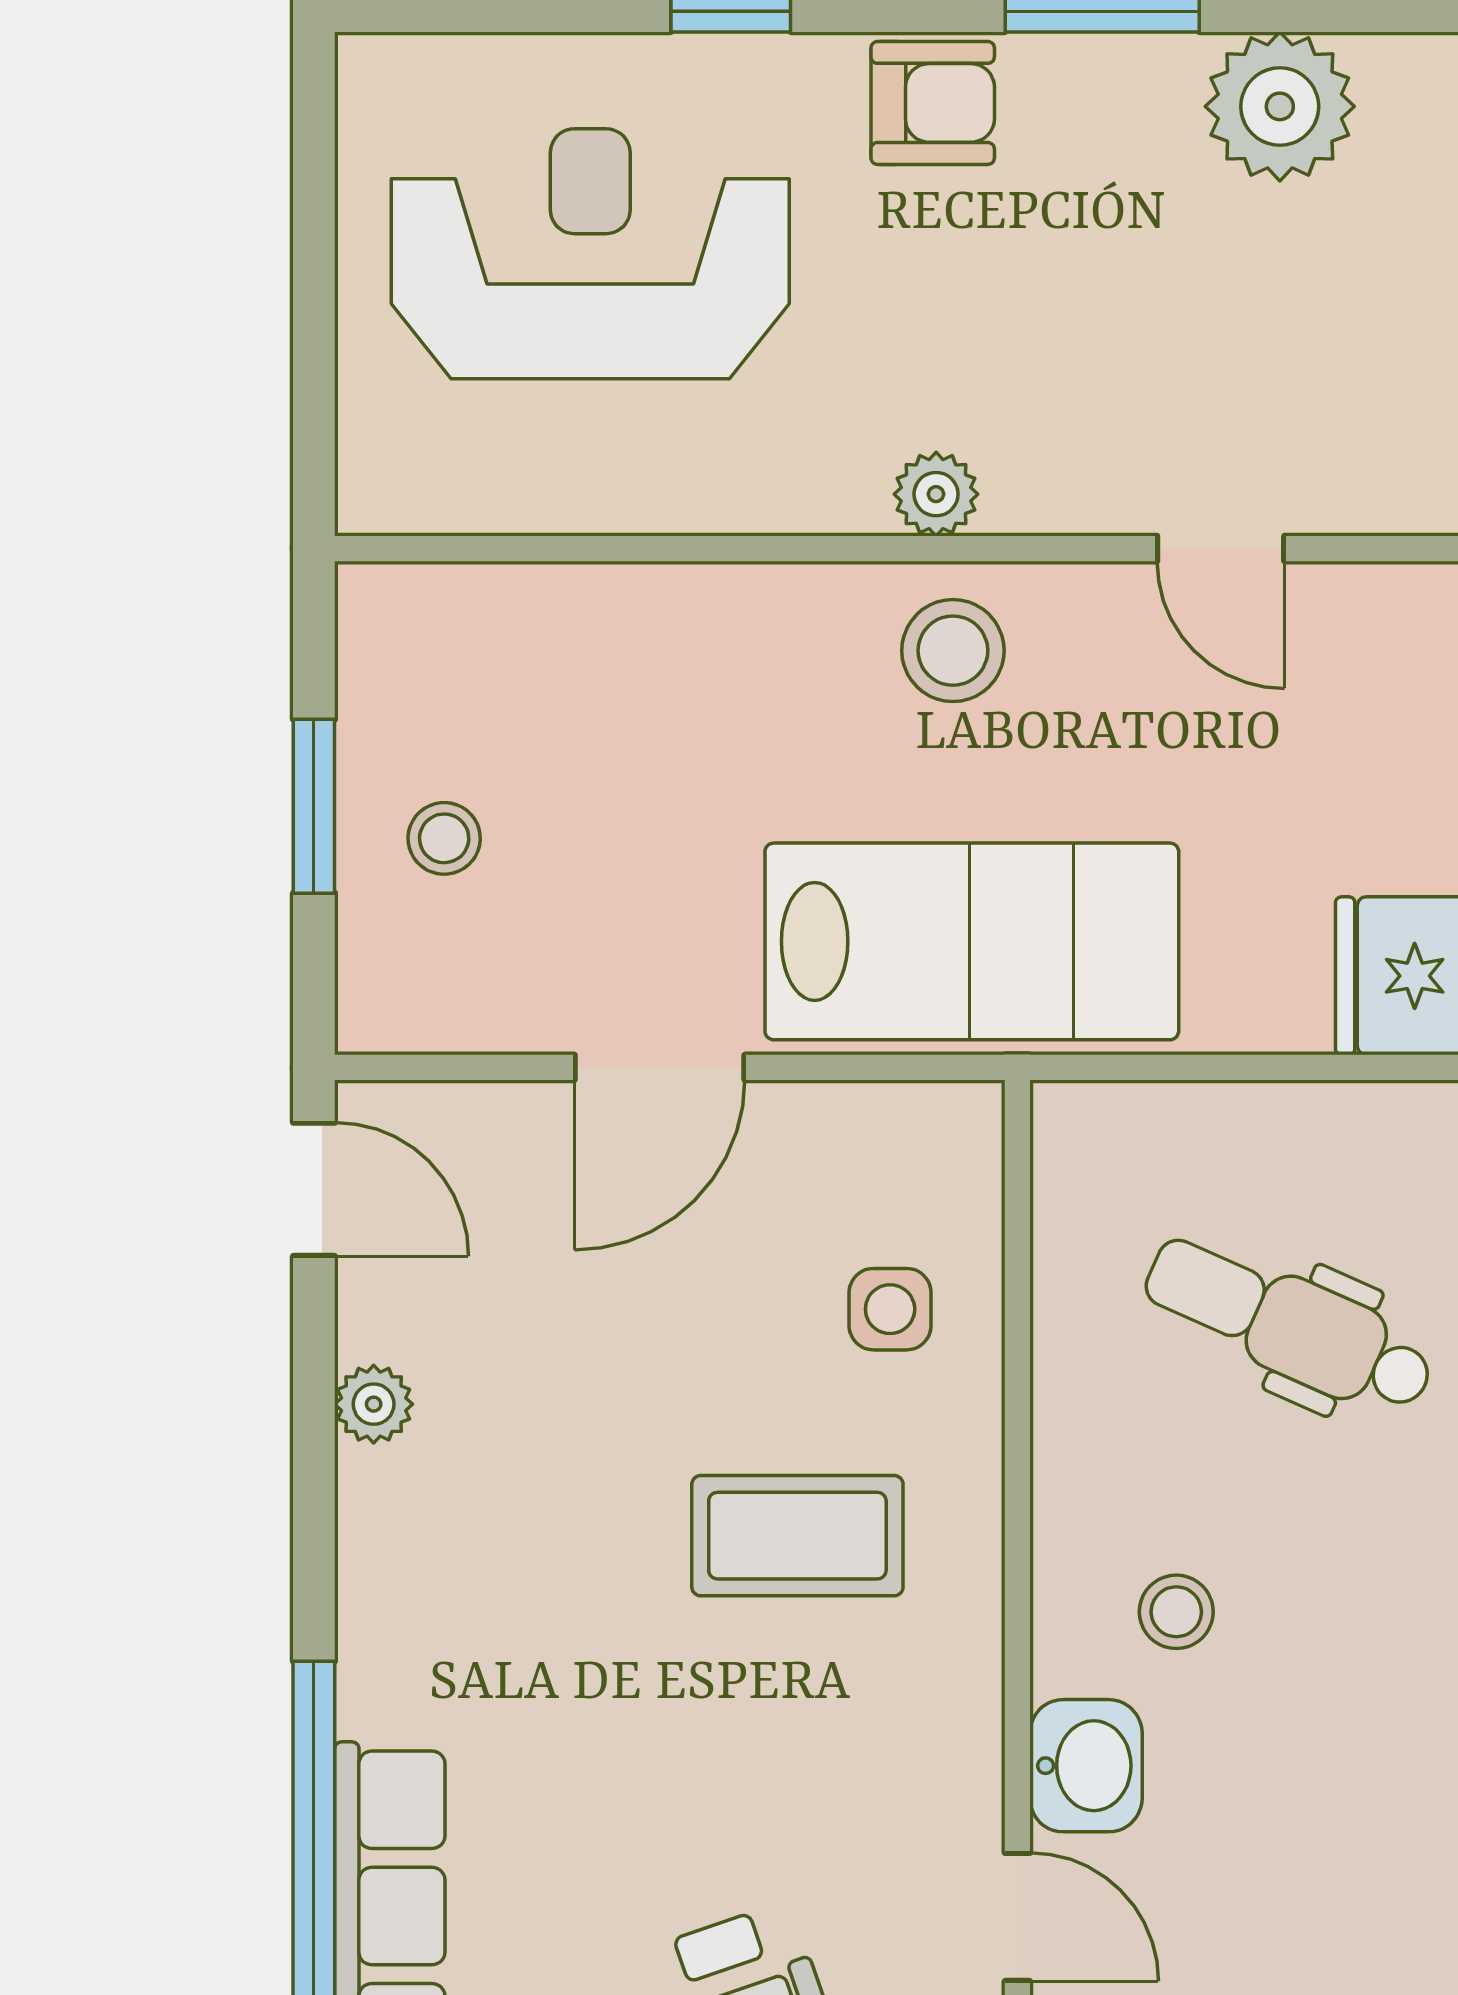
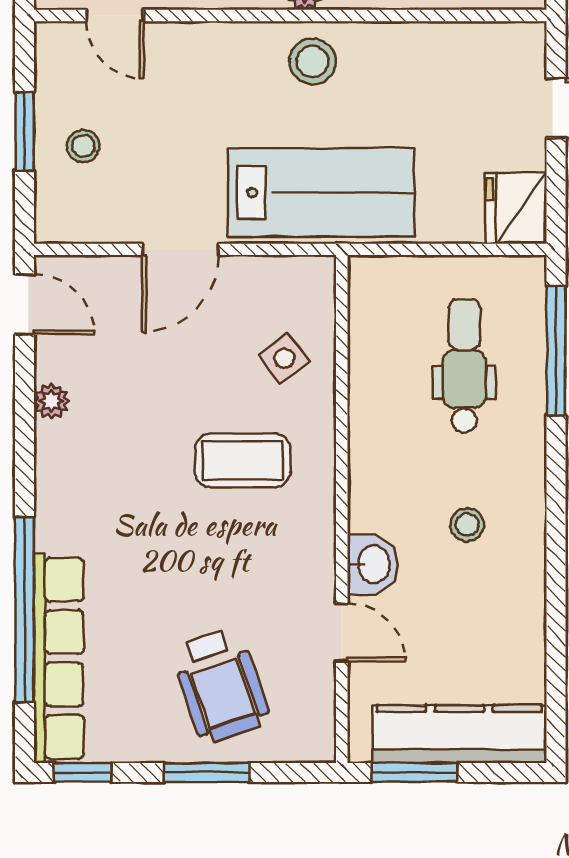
door: (1221, 549) -> (115, 15), moved
side table: (890, 1309) -> (284, 358), turned -37
dental chair: (1289, 1325) -> (464, 366), turned 66
stool: (1176, 1612) -> (467, 525), moved

